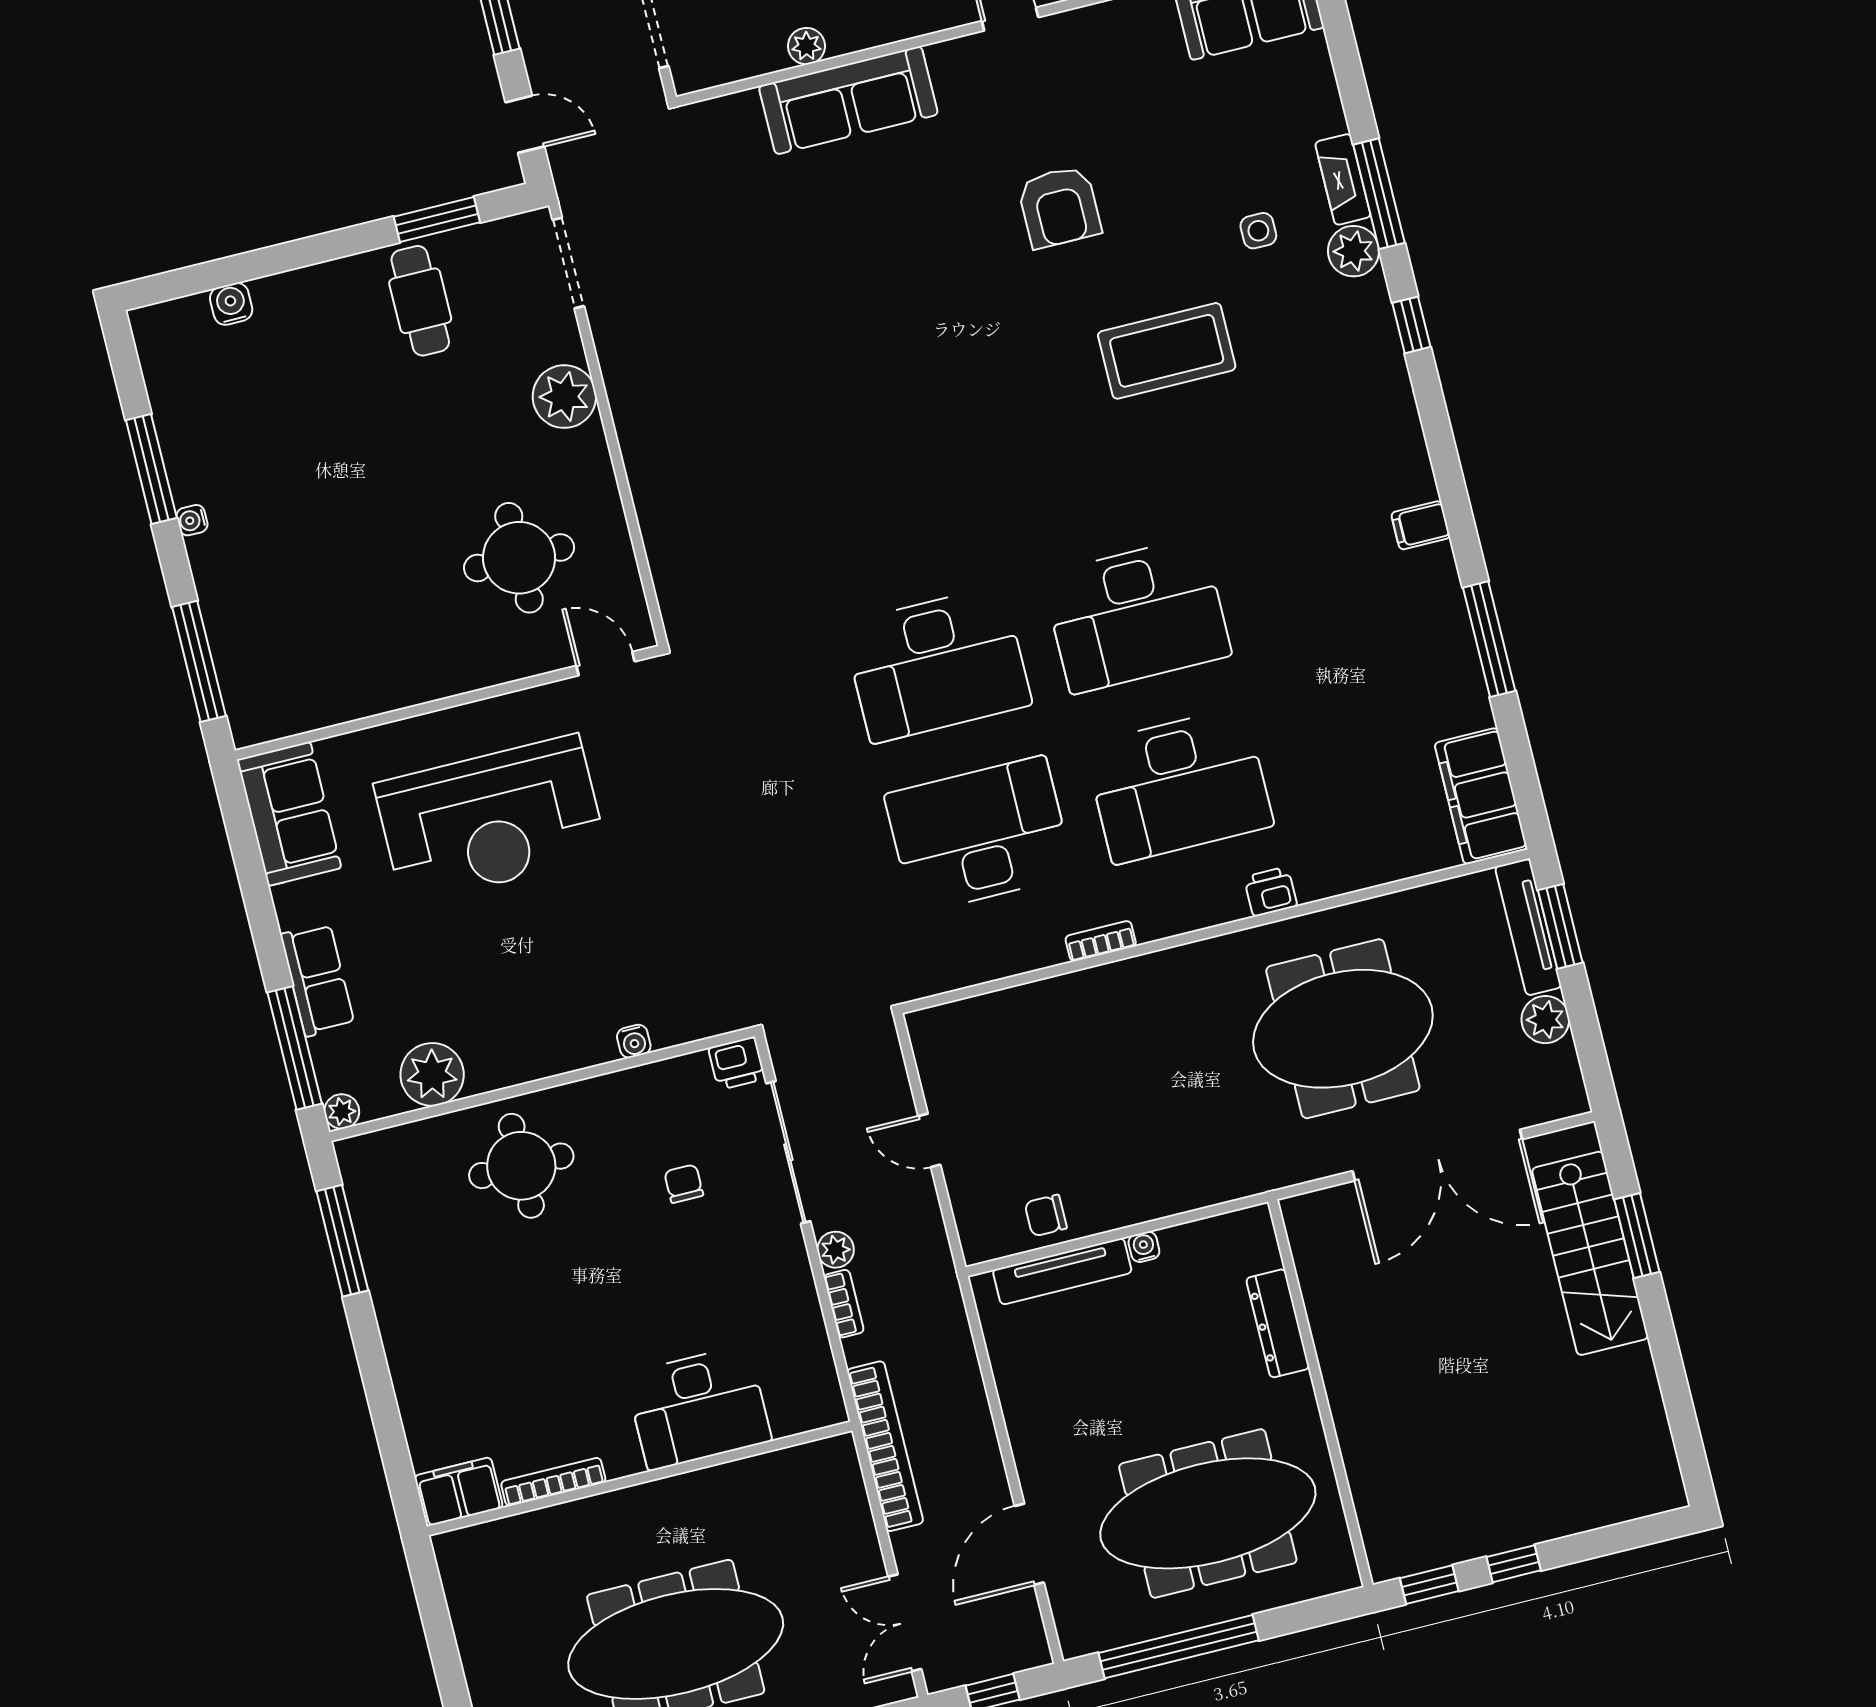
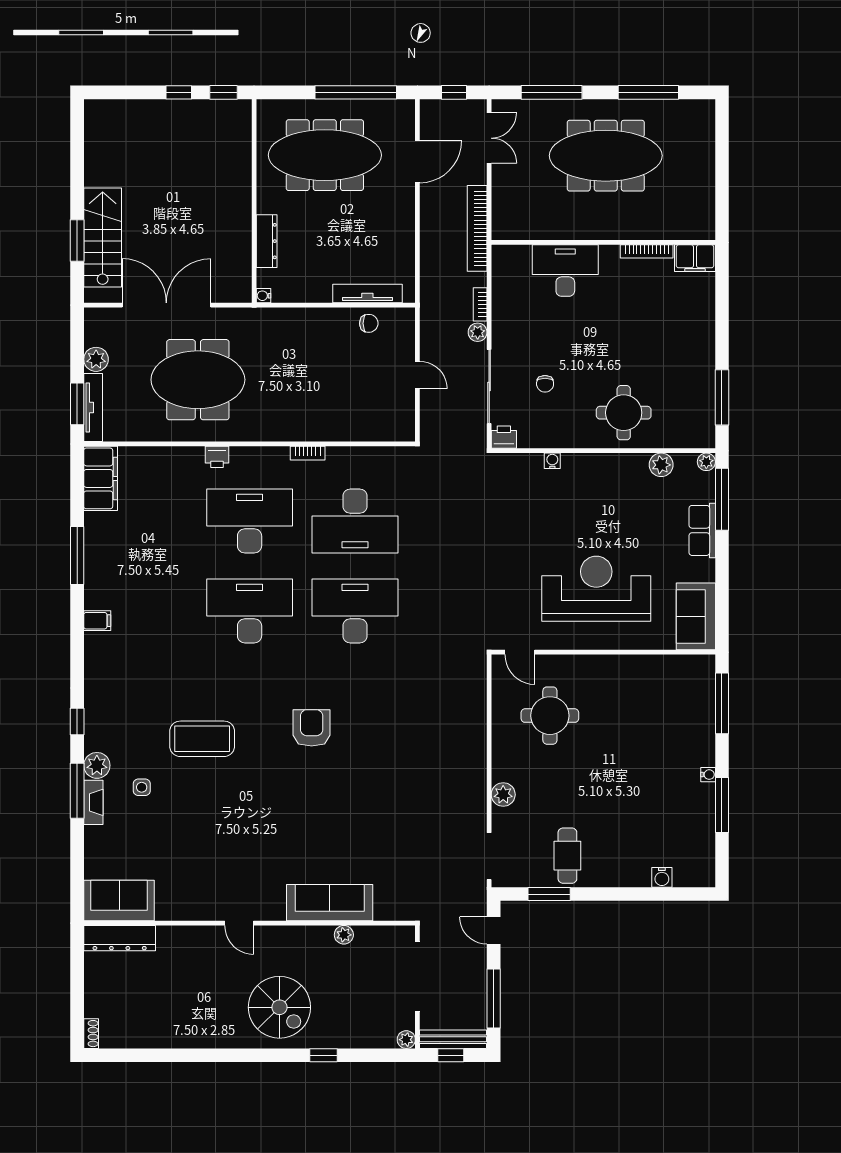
armchair: (1059, 207) -> (312, 728), moved
plant: (564, 397) -> (503, 795), width x0.73, depth x0.73
plant: (432, 1074) -> (661, 465), width x0.73, depth x0.73
water cooler: (1144, 1247) -> (263, 296), moved, turned 90

